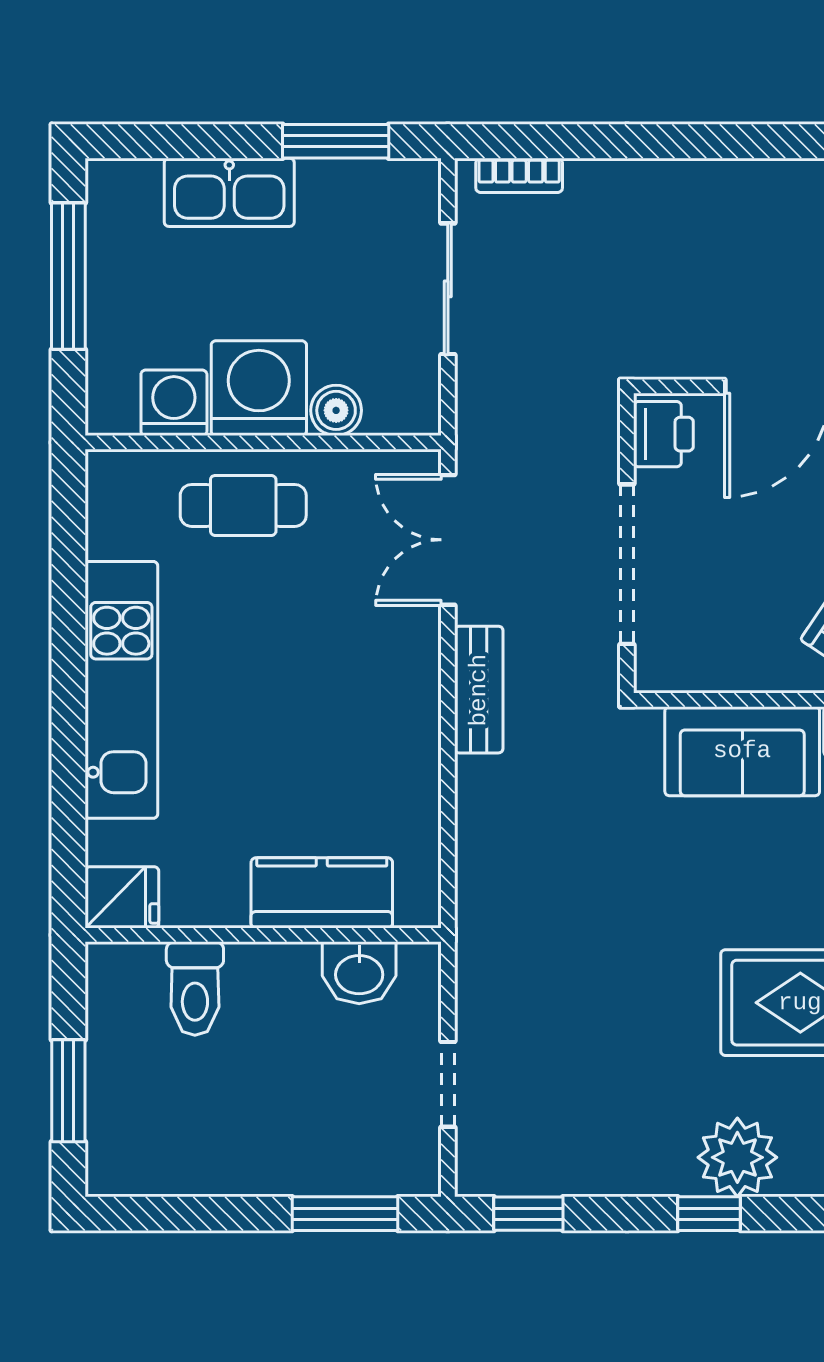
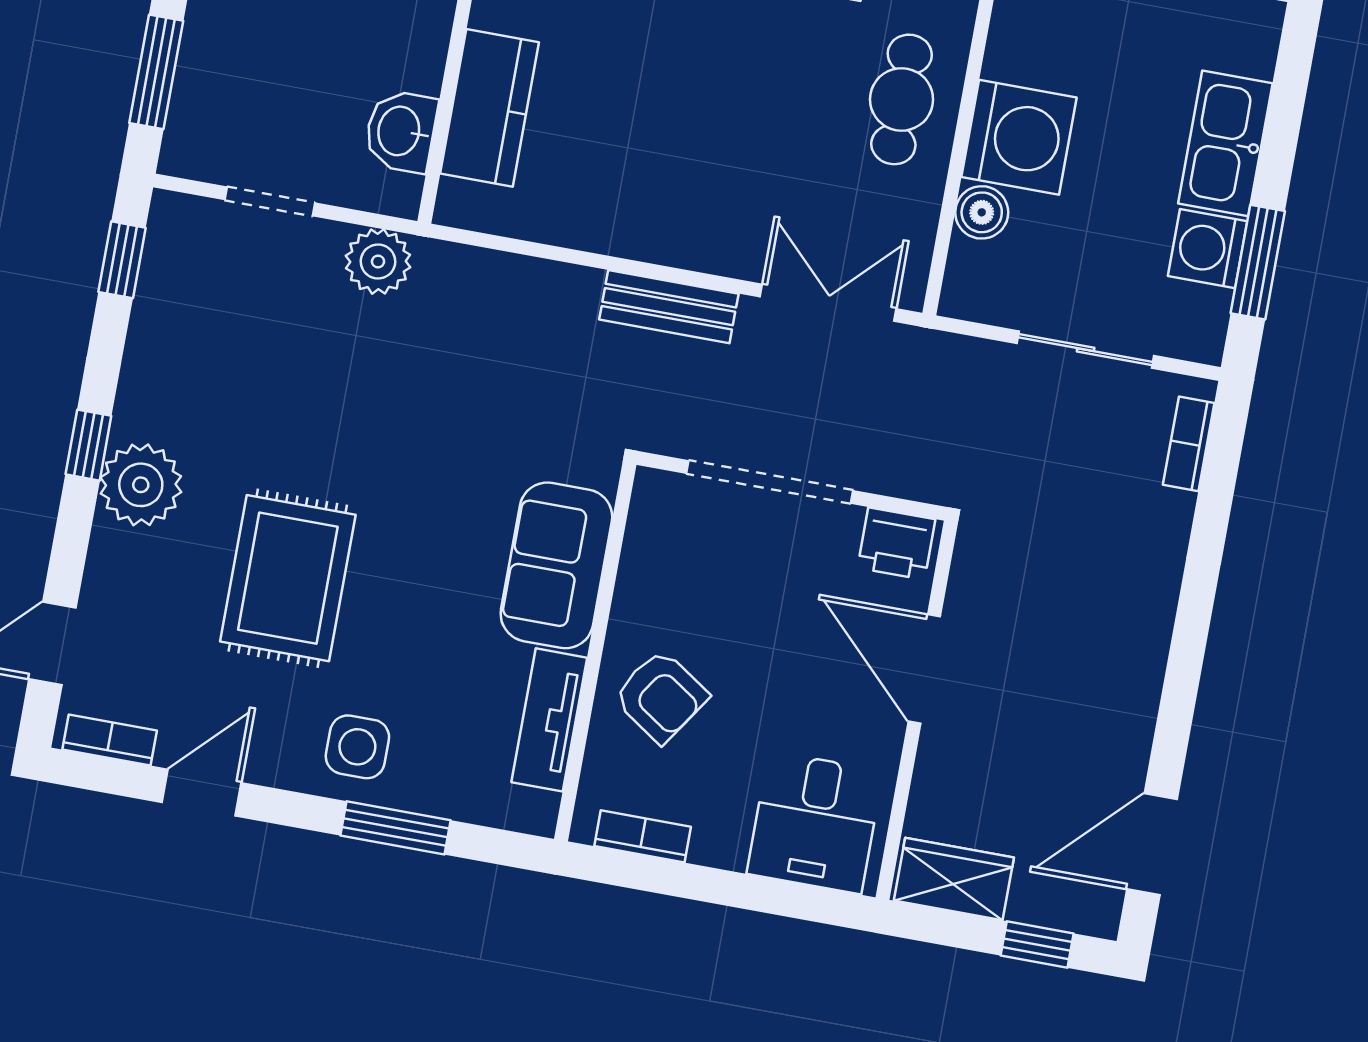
washing machine: (174, 403) -> (1208, 249), moved, turned 180
plant: (486, 972) -> (378, 262), added

